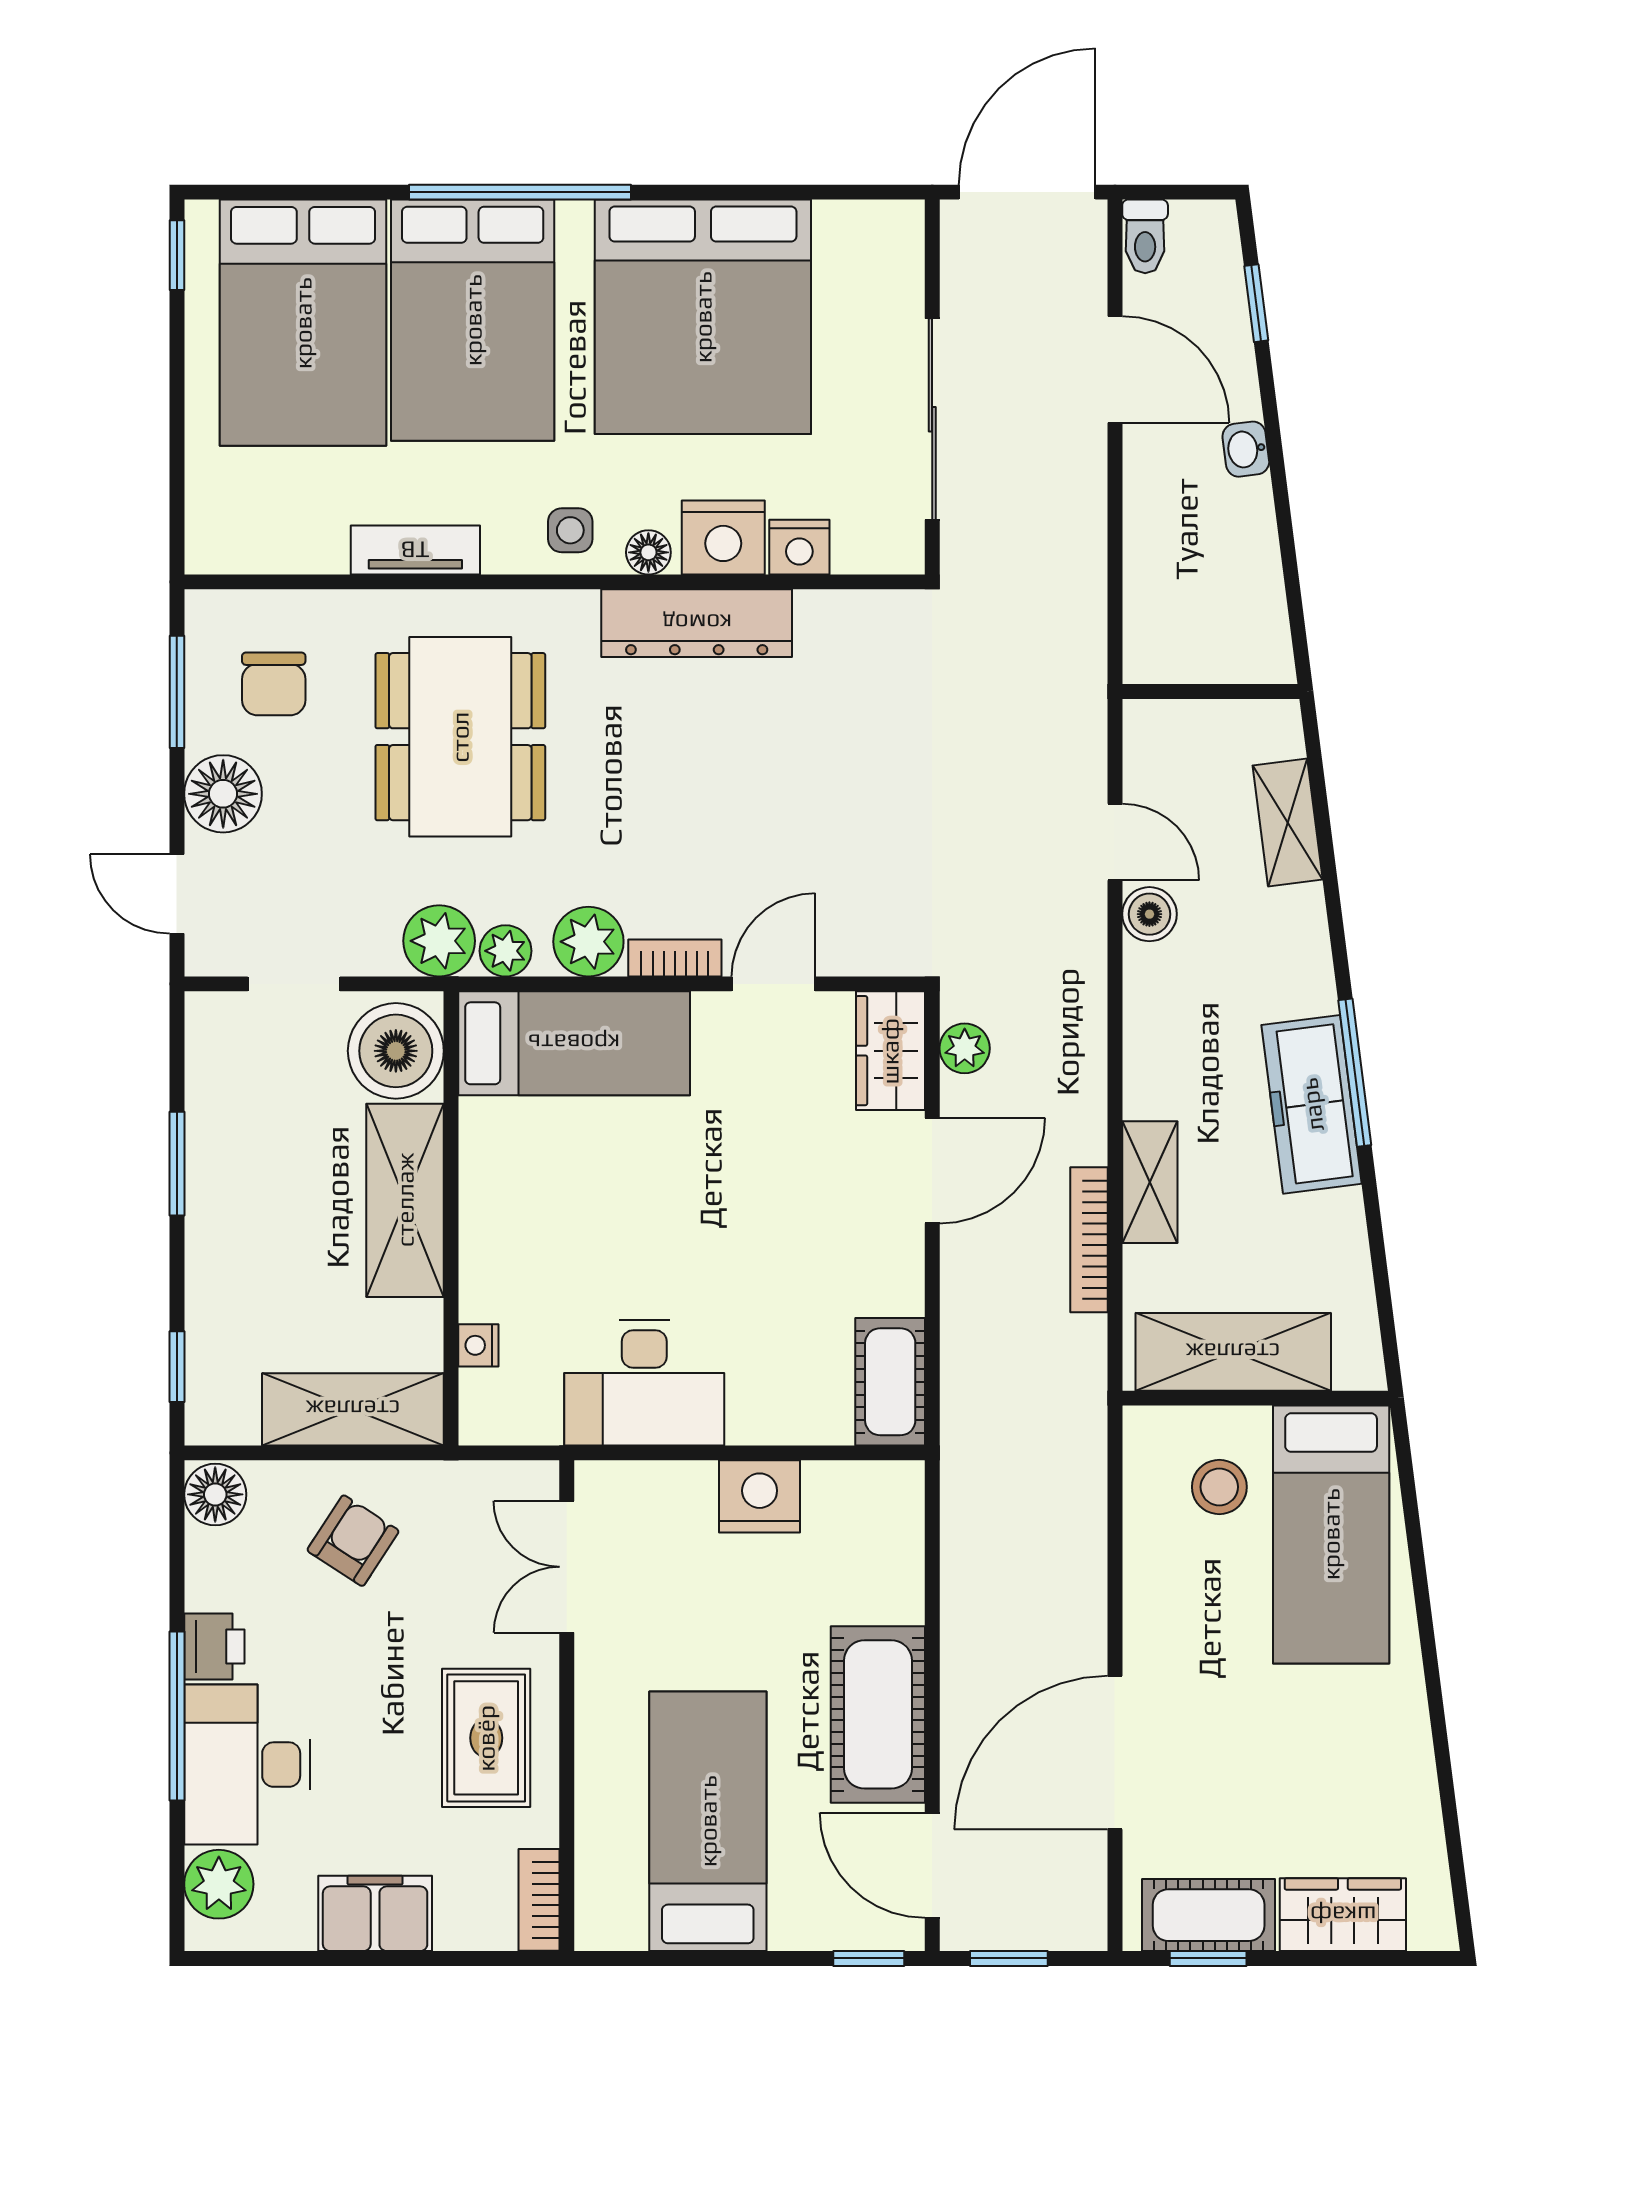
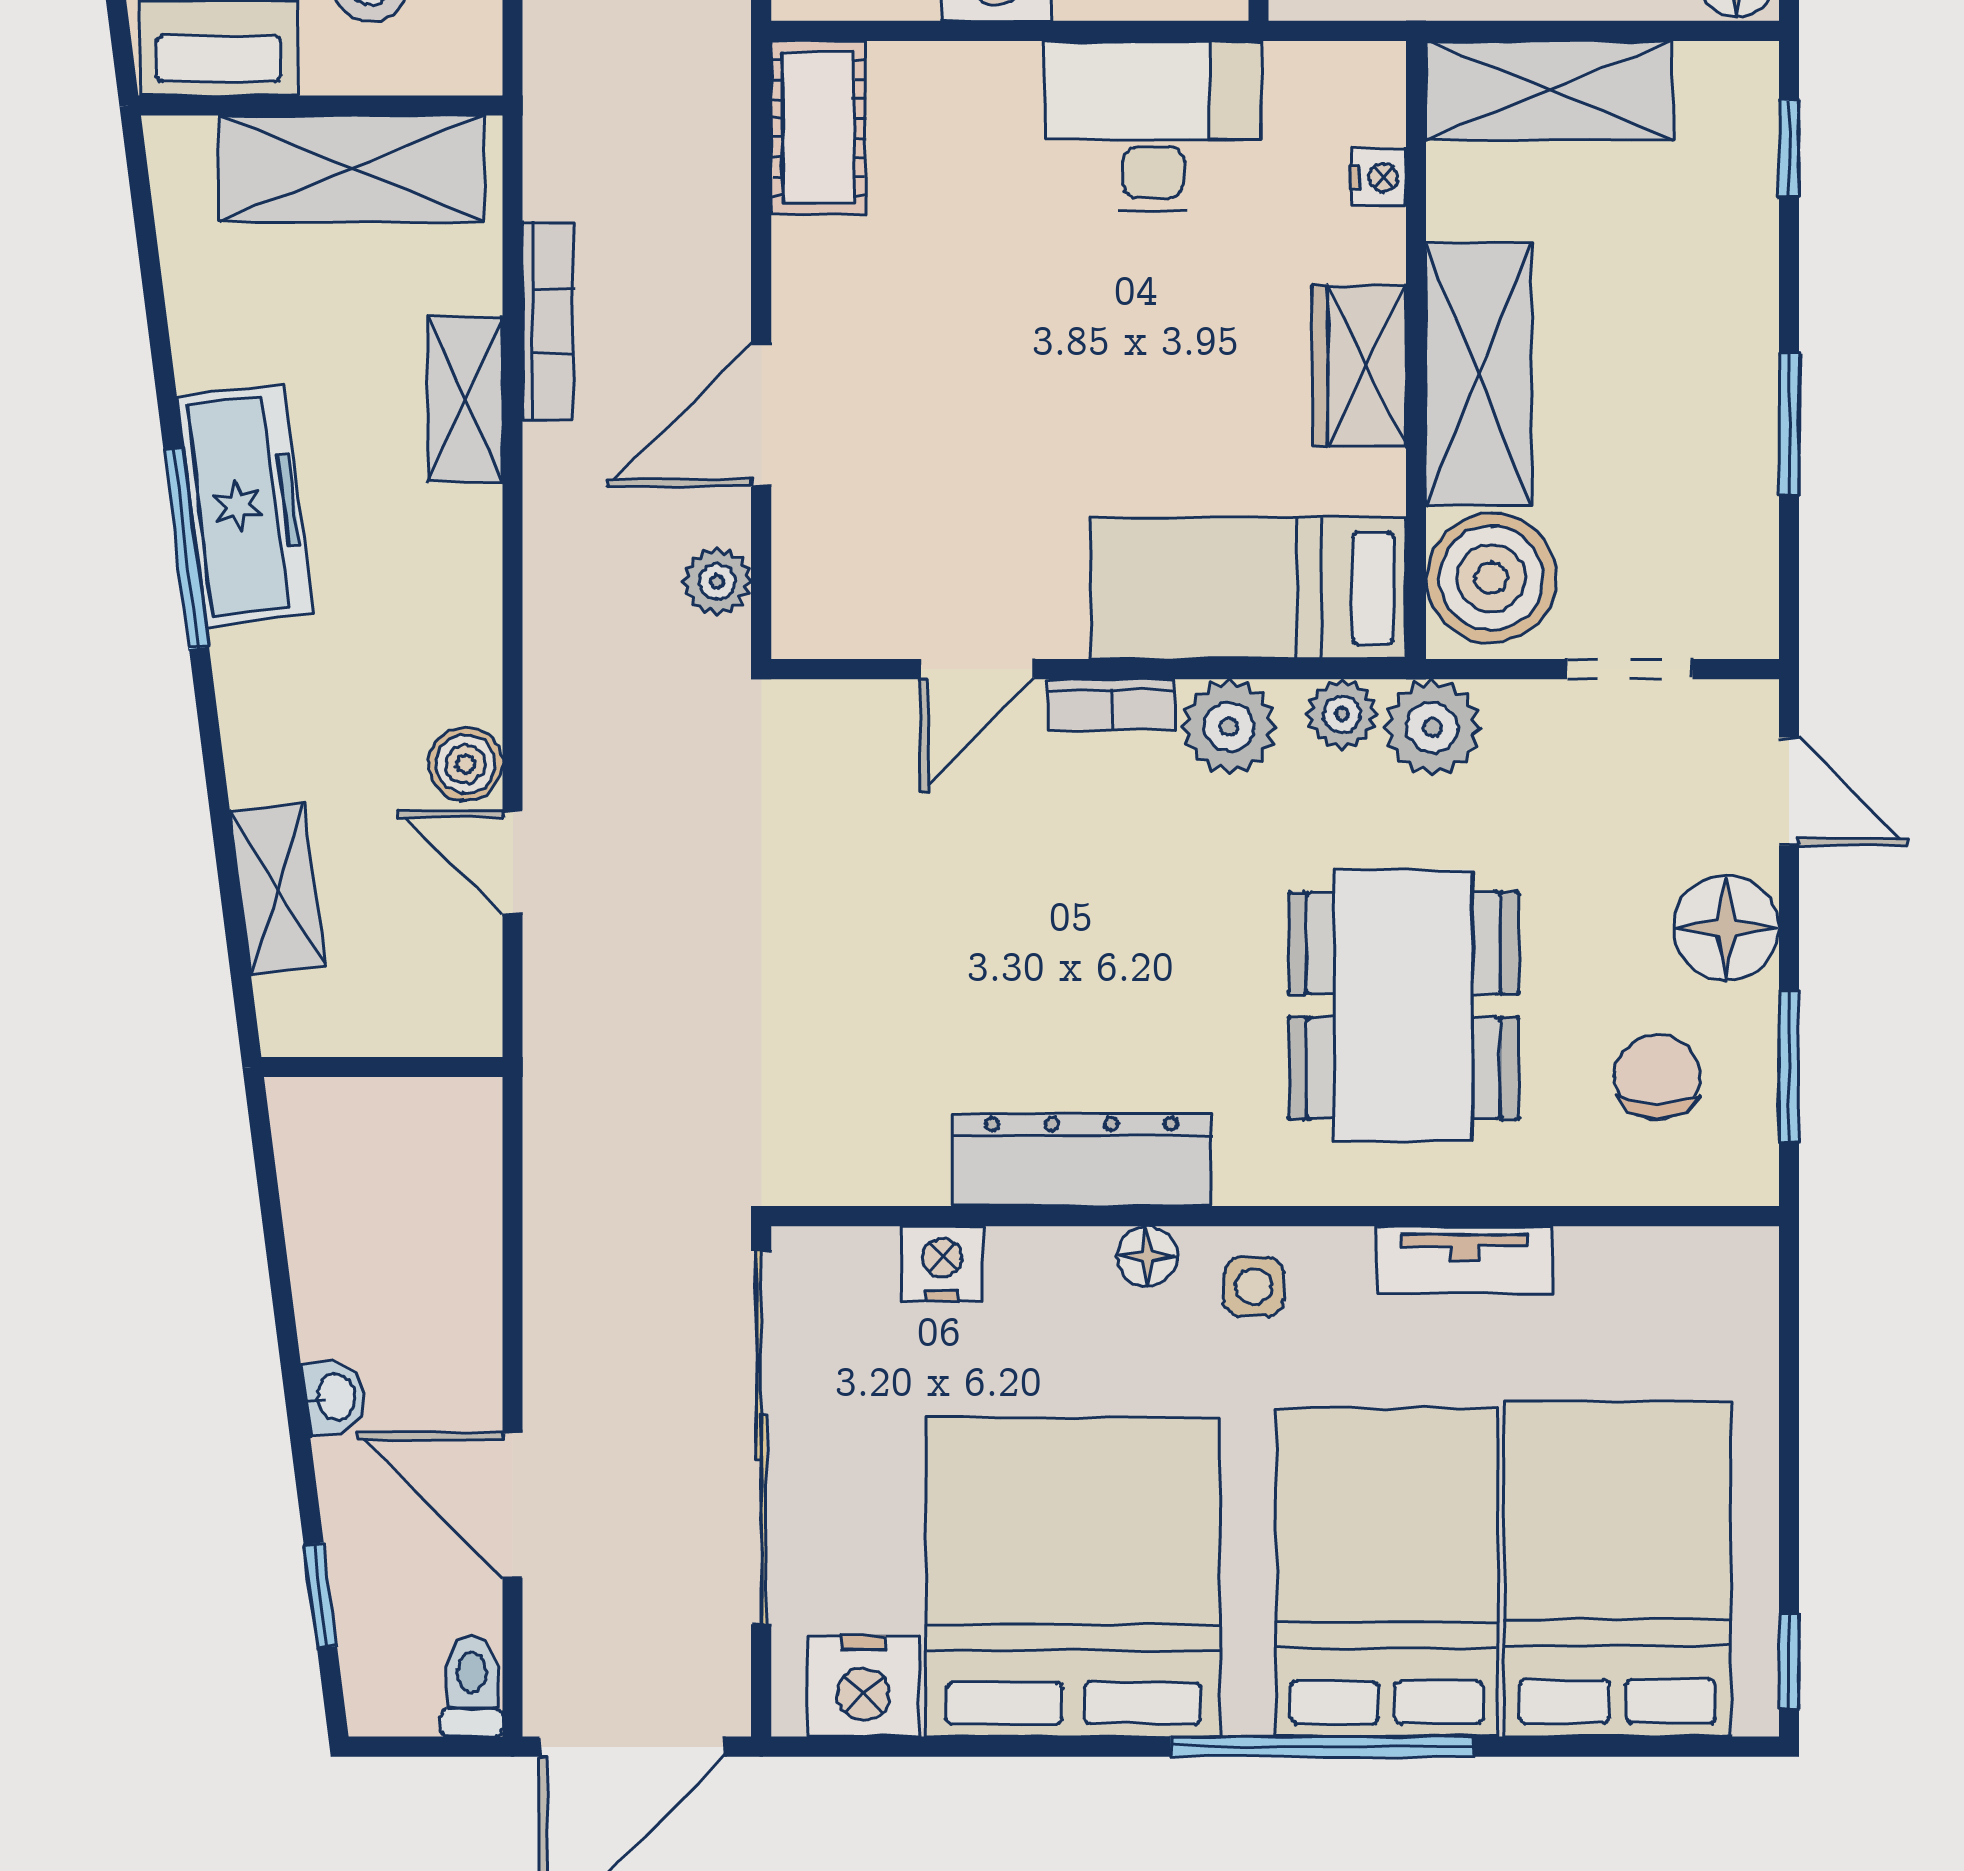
sliding door: (932, 419) -> (761, 1438), width x1.36
nightstand: (723, 538) -> (863, 1686), moved, turned 180
wardrobe: (890, 1051) -> (1359, 366), moved, turned 180

